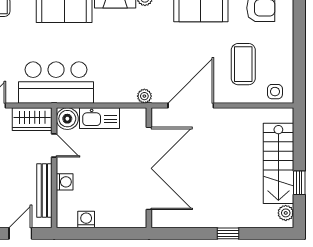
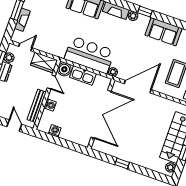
bar counter: (56, 82) -> (89, 55), moved
door: (20, 233) -> (14, 126), hinge flipped
window: (228, 233) -> (122, 163), moved

